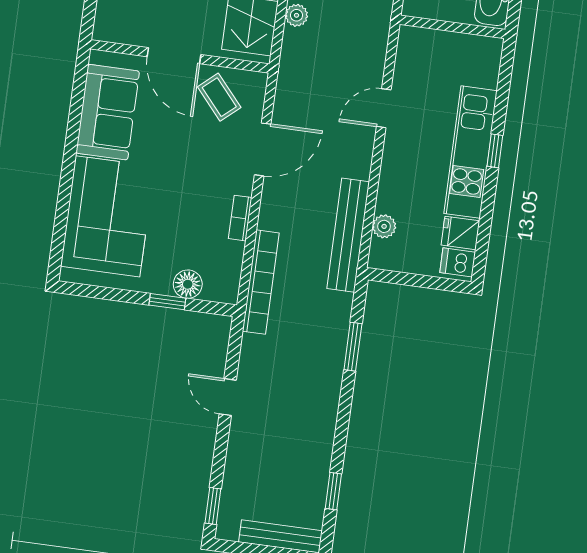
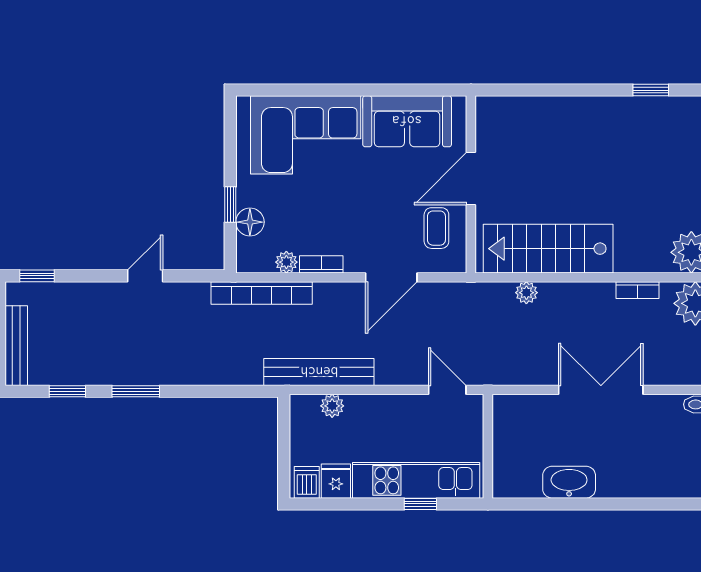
wall: (452, 27) -> (488, 446), moved
coffee table: (219, 97) -> (436, 228), turned -49
door: (263, 149) -> (391, 277), hinge flipped
plant: (233, 253) -> (286, 262), added
window: (353, 347) -> (136, 391), moved

